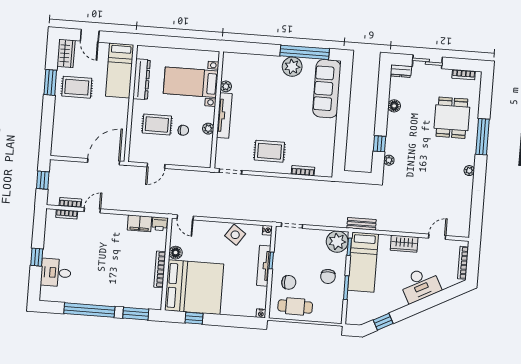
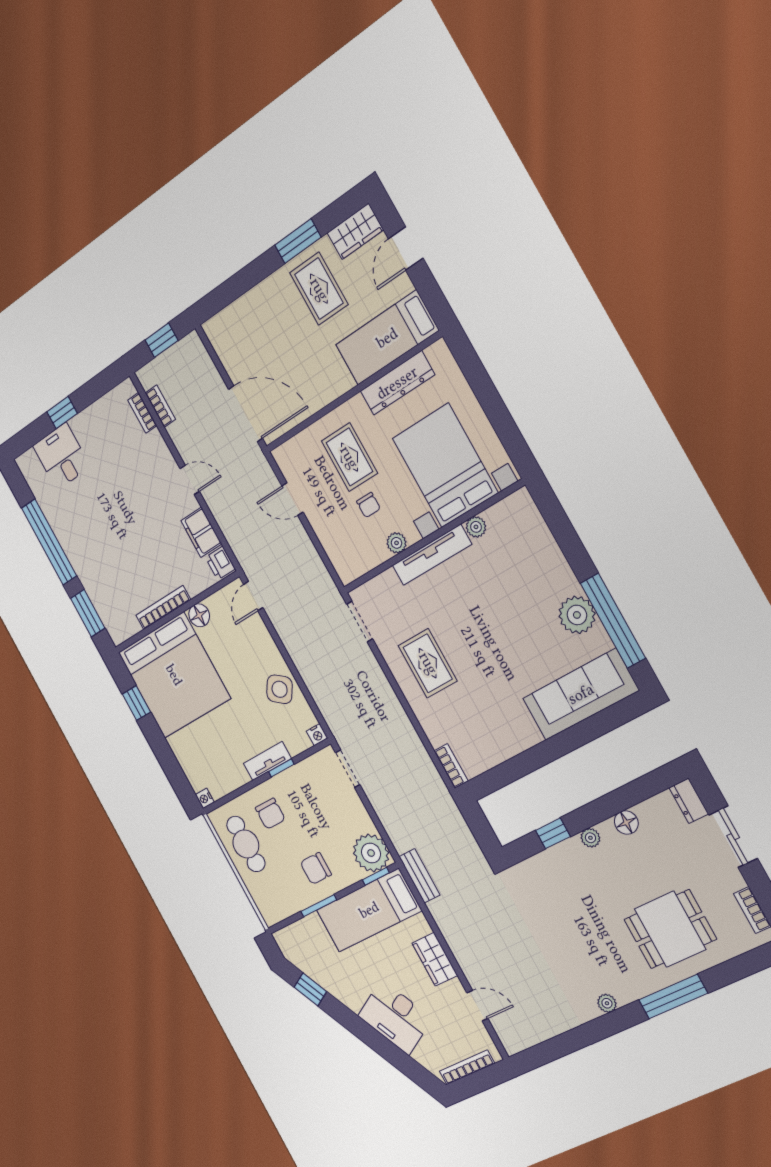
bed with nightstands: (191, 82) -> (445, 466), width x1.36
plant: (389, 160) -> (590, 838), moved
bookcase: (303, 171) -> (451, 766), moved
door: (92, 210) -> (190, 480), moved
tv unit: (264, 266) -> (267, 761), width x0.71

